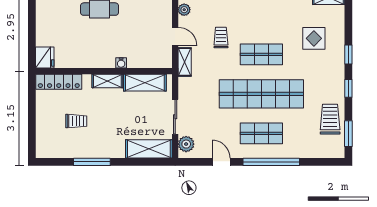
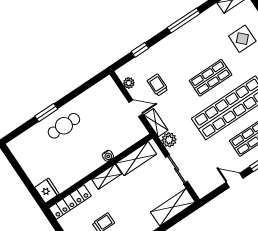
trolley: (221, 37) -> (158, 85), moved
plant: (186, 144) -> (169, 140), moved

